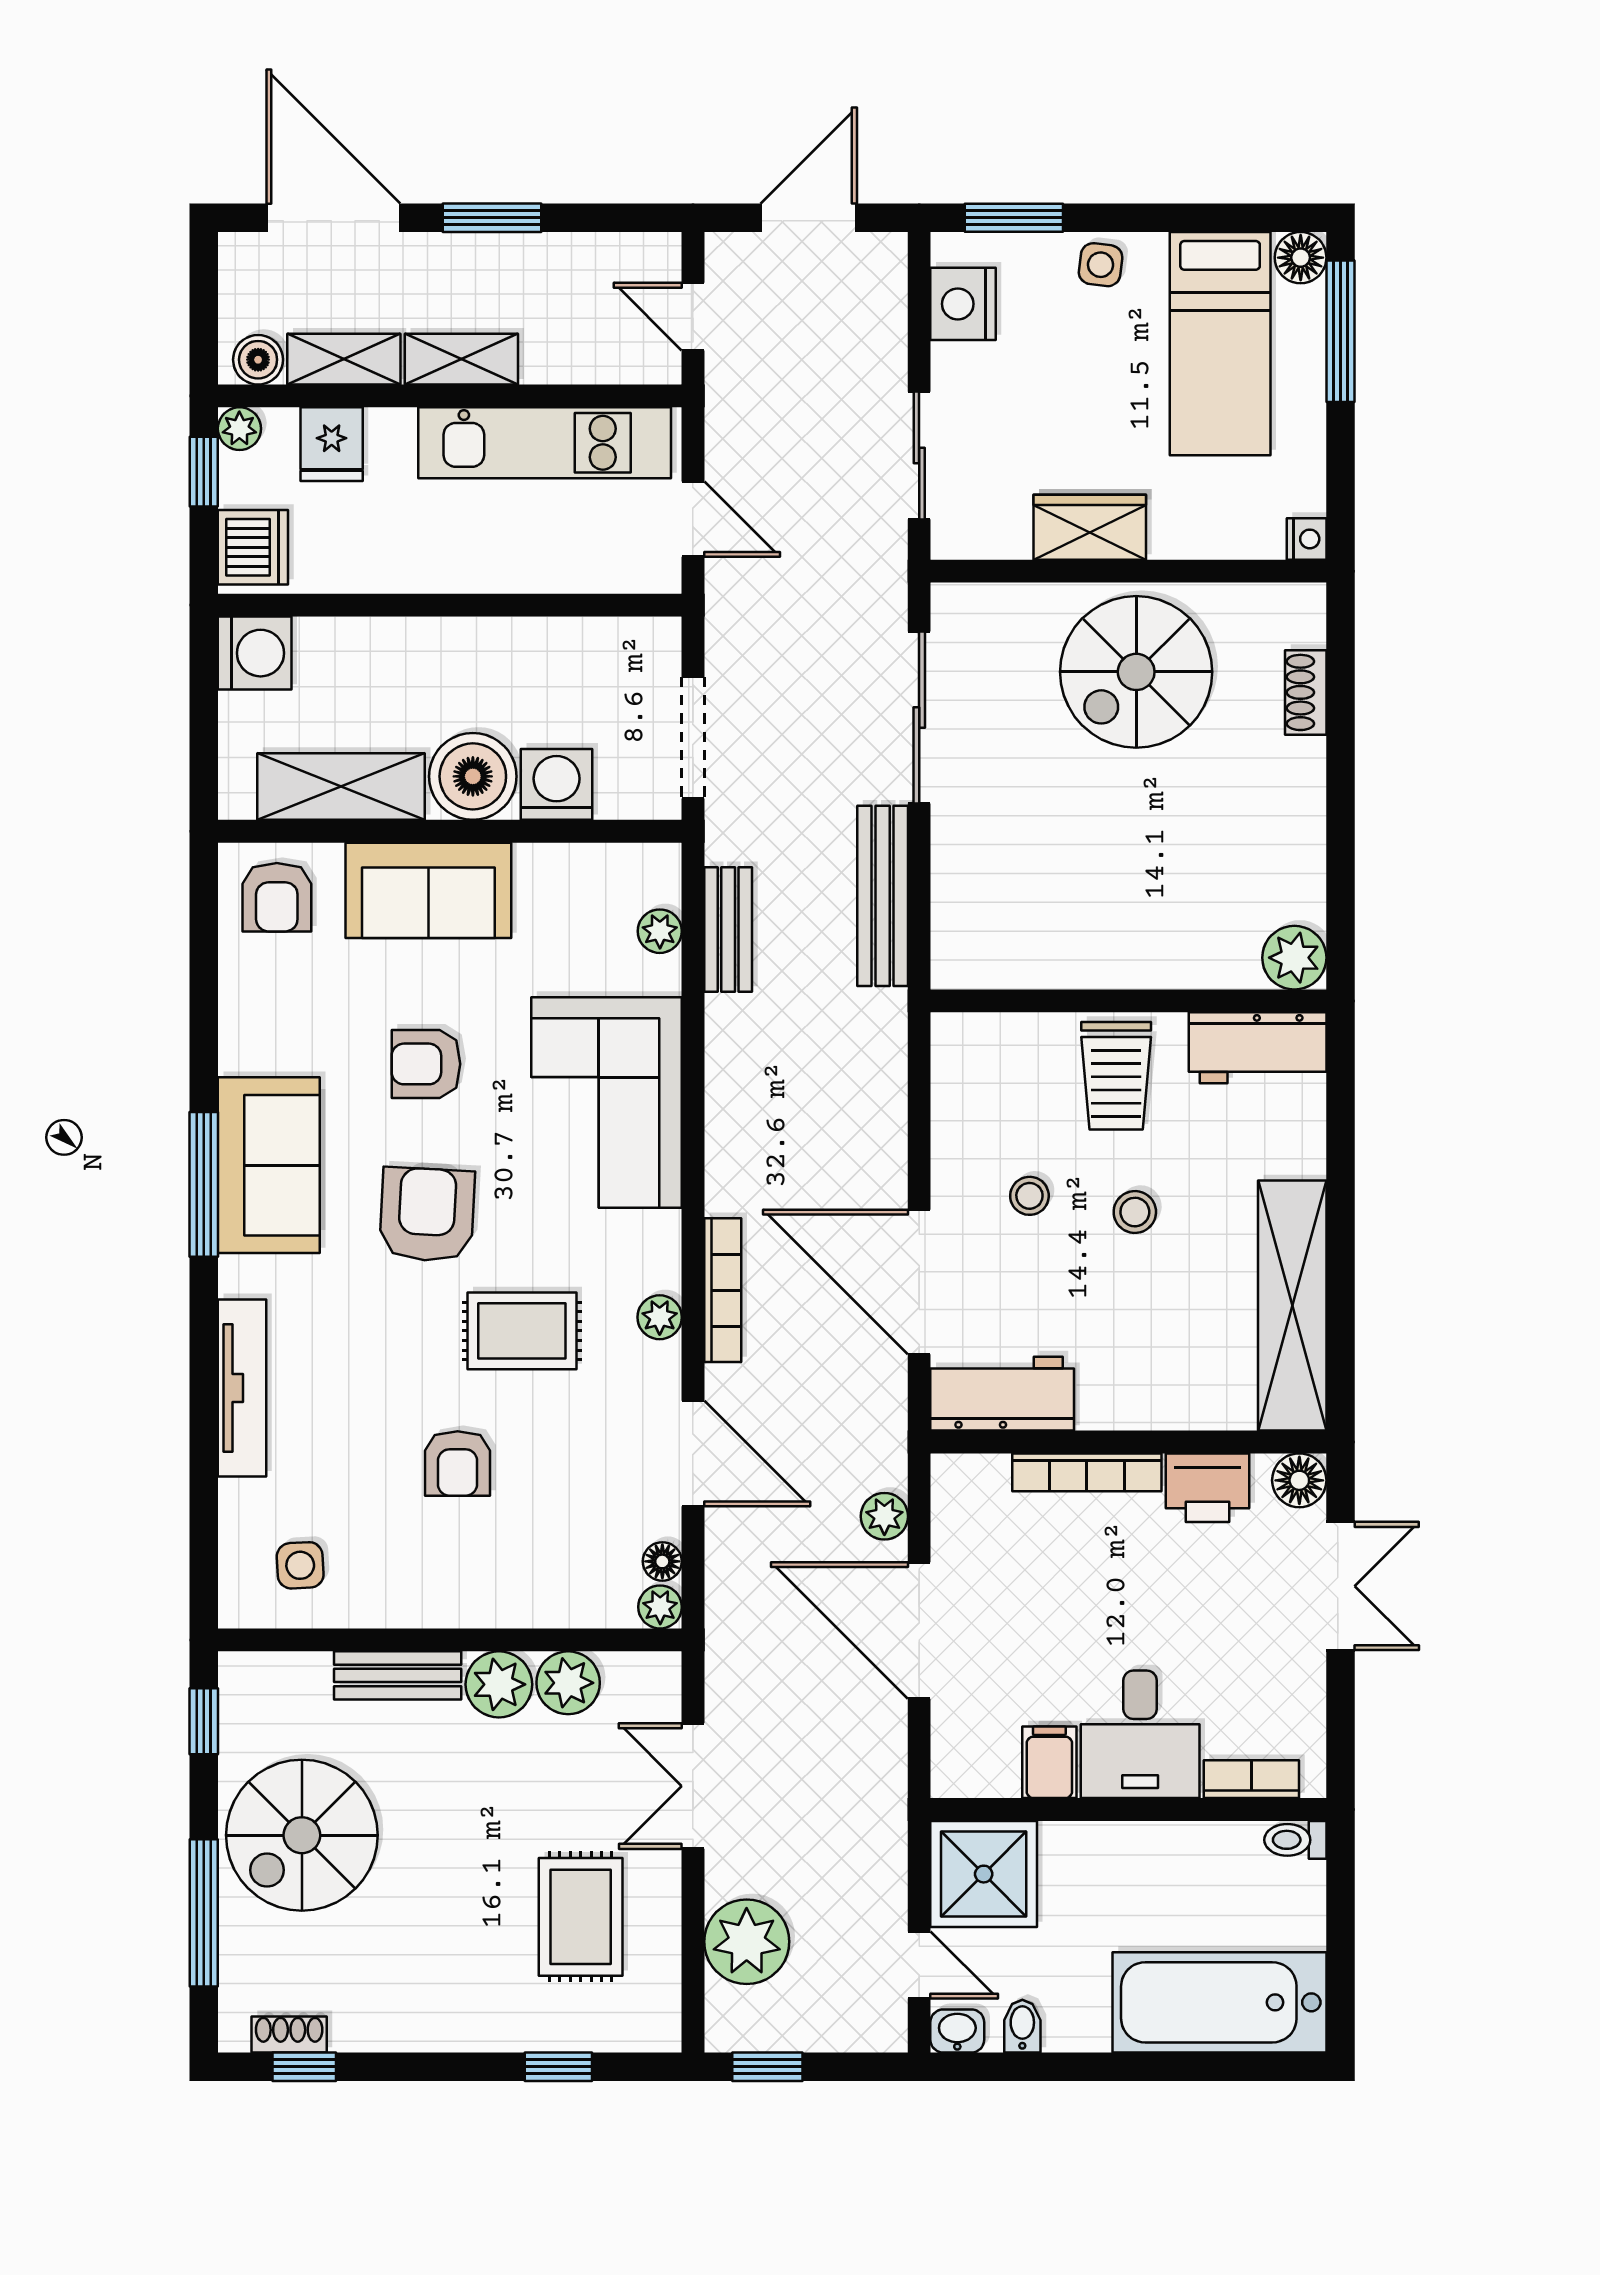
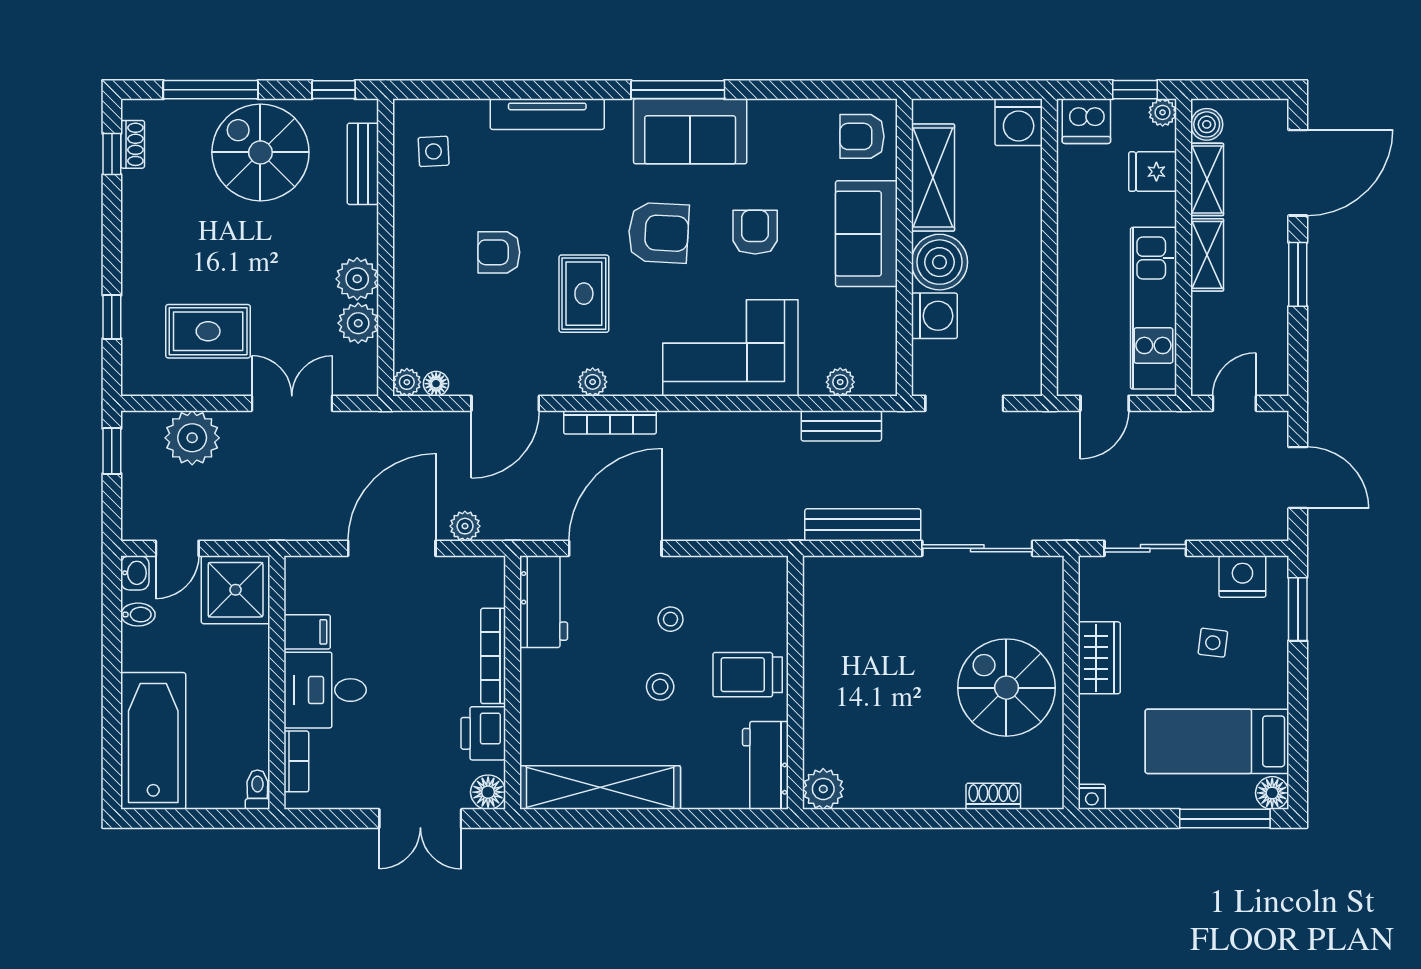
side table: (1101, 265) -> (1213, 643), moved
bench: (398, 1675) -> (363, 164), moved

